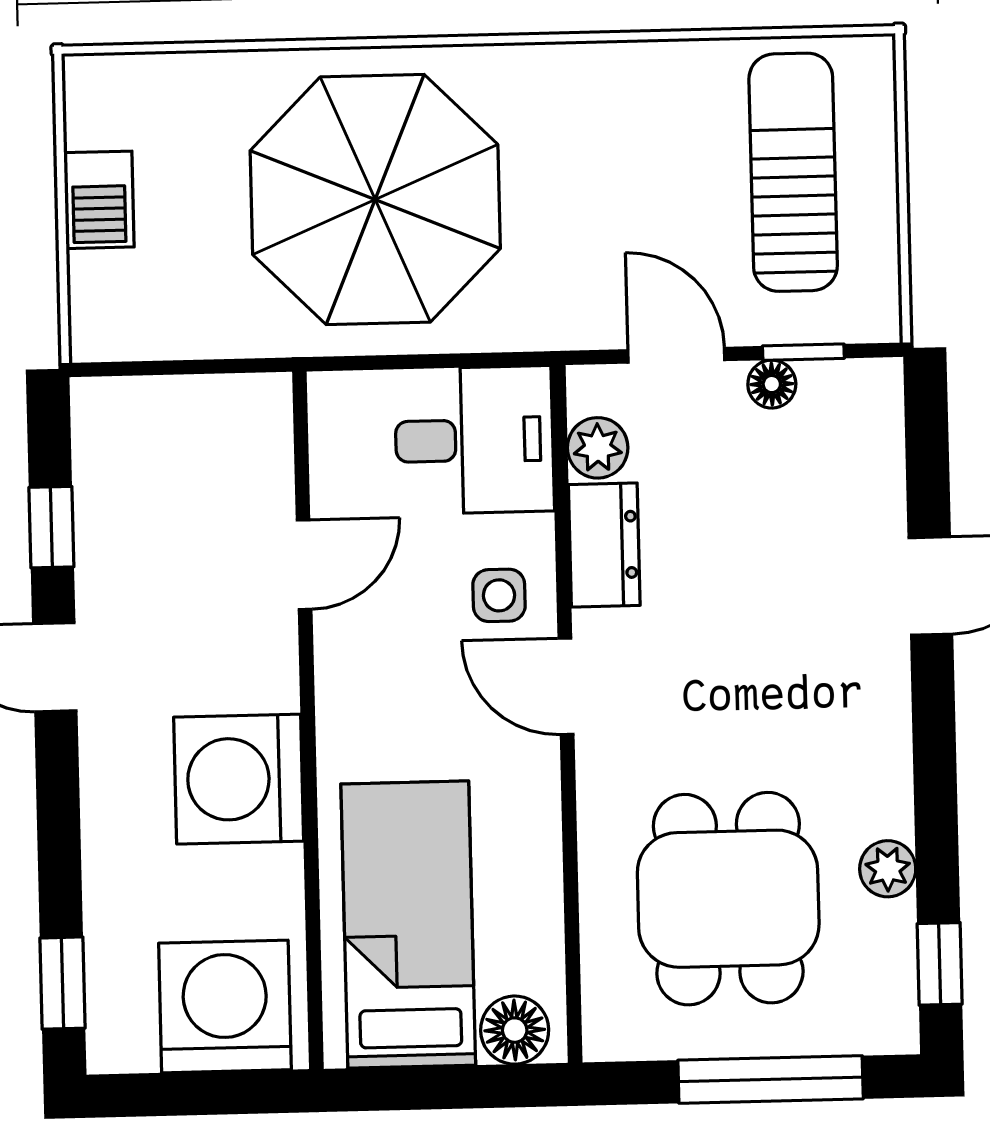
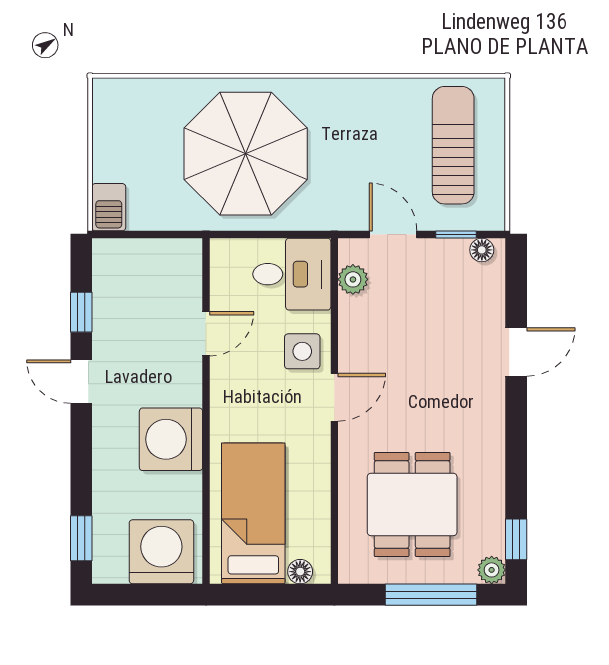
barbecue: (99, 200) -> (109, 207), moved
floor lamp: (772, 384) -> (482, 250), moved
dresser: (604, 545) -> (355, 328), removed
side table: (499, 595) -> (302, 351), width x1.37, depth x1.37
door: (566, 686) -> (334, 397), swing flipped
plant: (888, 869) -> (492, 570), moved
floor lamp: (515, 1030) -> (300, 572), width x0.73, depth x0.73

